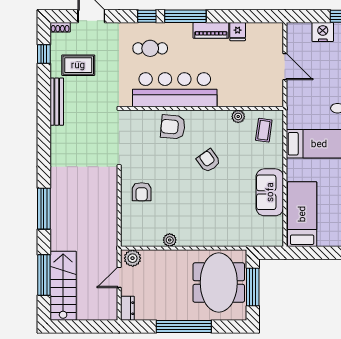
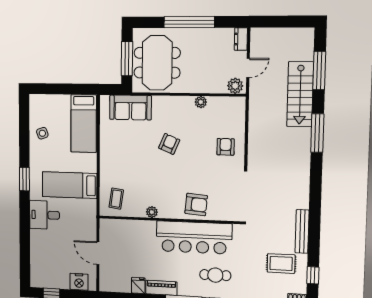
nightstand: (323, 32) -> (79, 282), moved
plant: (238, 116) -> (152, 212), moved
armchair: (208, 161) -> (169, 144), moved, turned -121
sofa: (270, 192) -> (130, 108), moved, turned 90
stairs: (63, 286) -> (300, 94), moved

